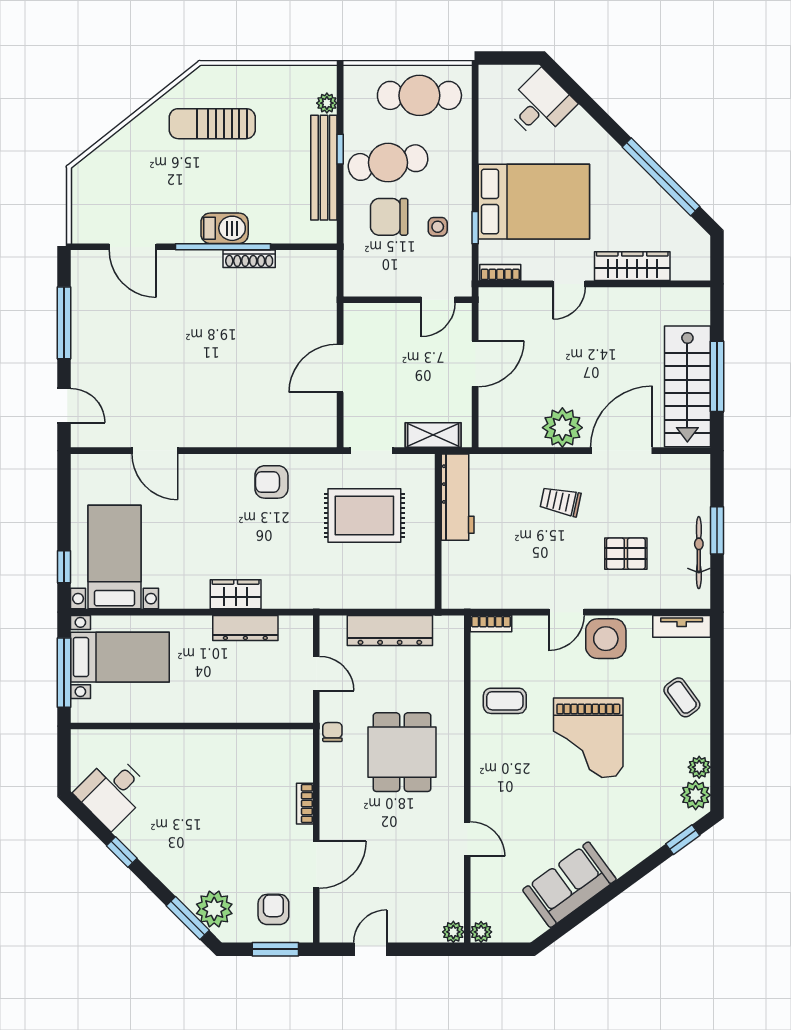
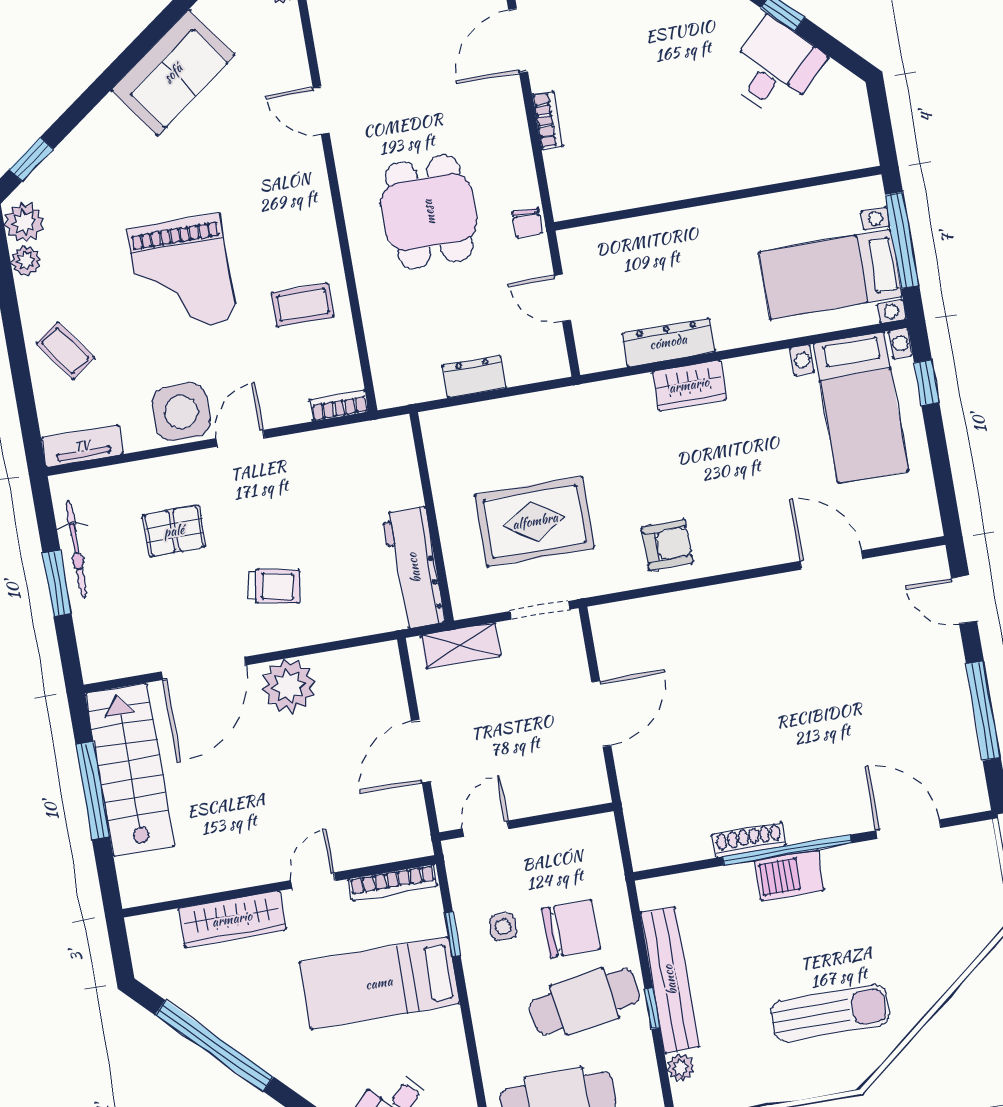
bed: (534, 202) -> (379, 983), width x0.67
bookcase: (500, 272) -> (393, 882), width x1.56
dresser: (390, 631) -> (474, 377), width x0.51, depth x0.80
grand piano: (588, 738) -> (182, 275), turned 180
desk: (113, 791) -> (775, 68), moved

